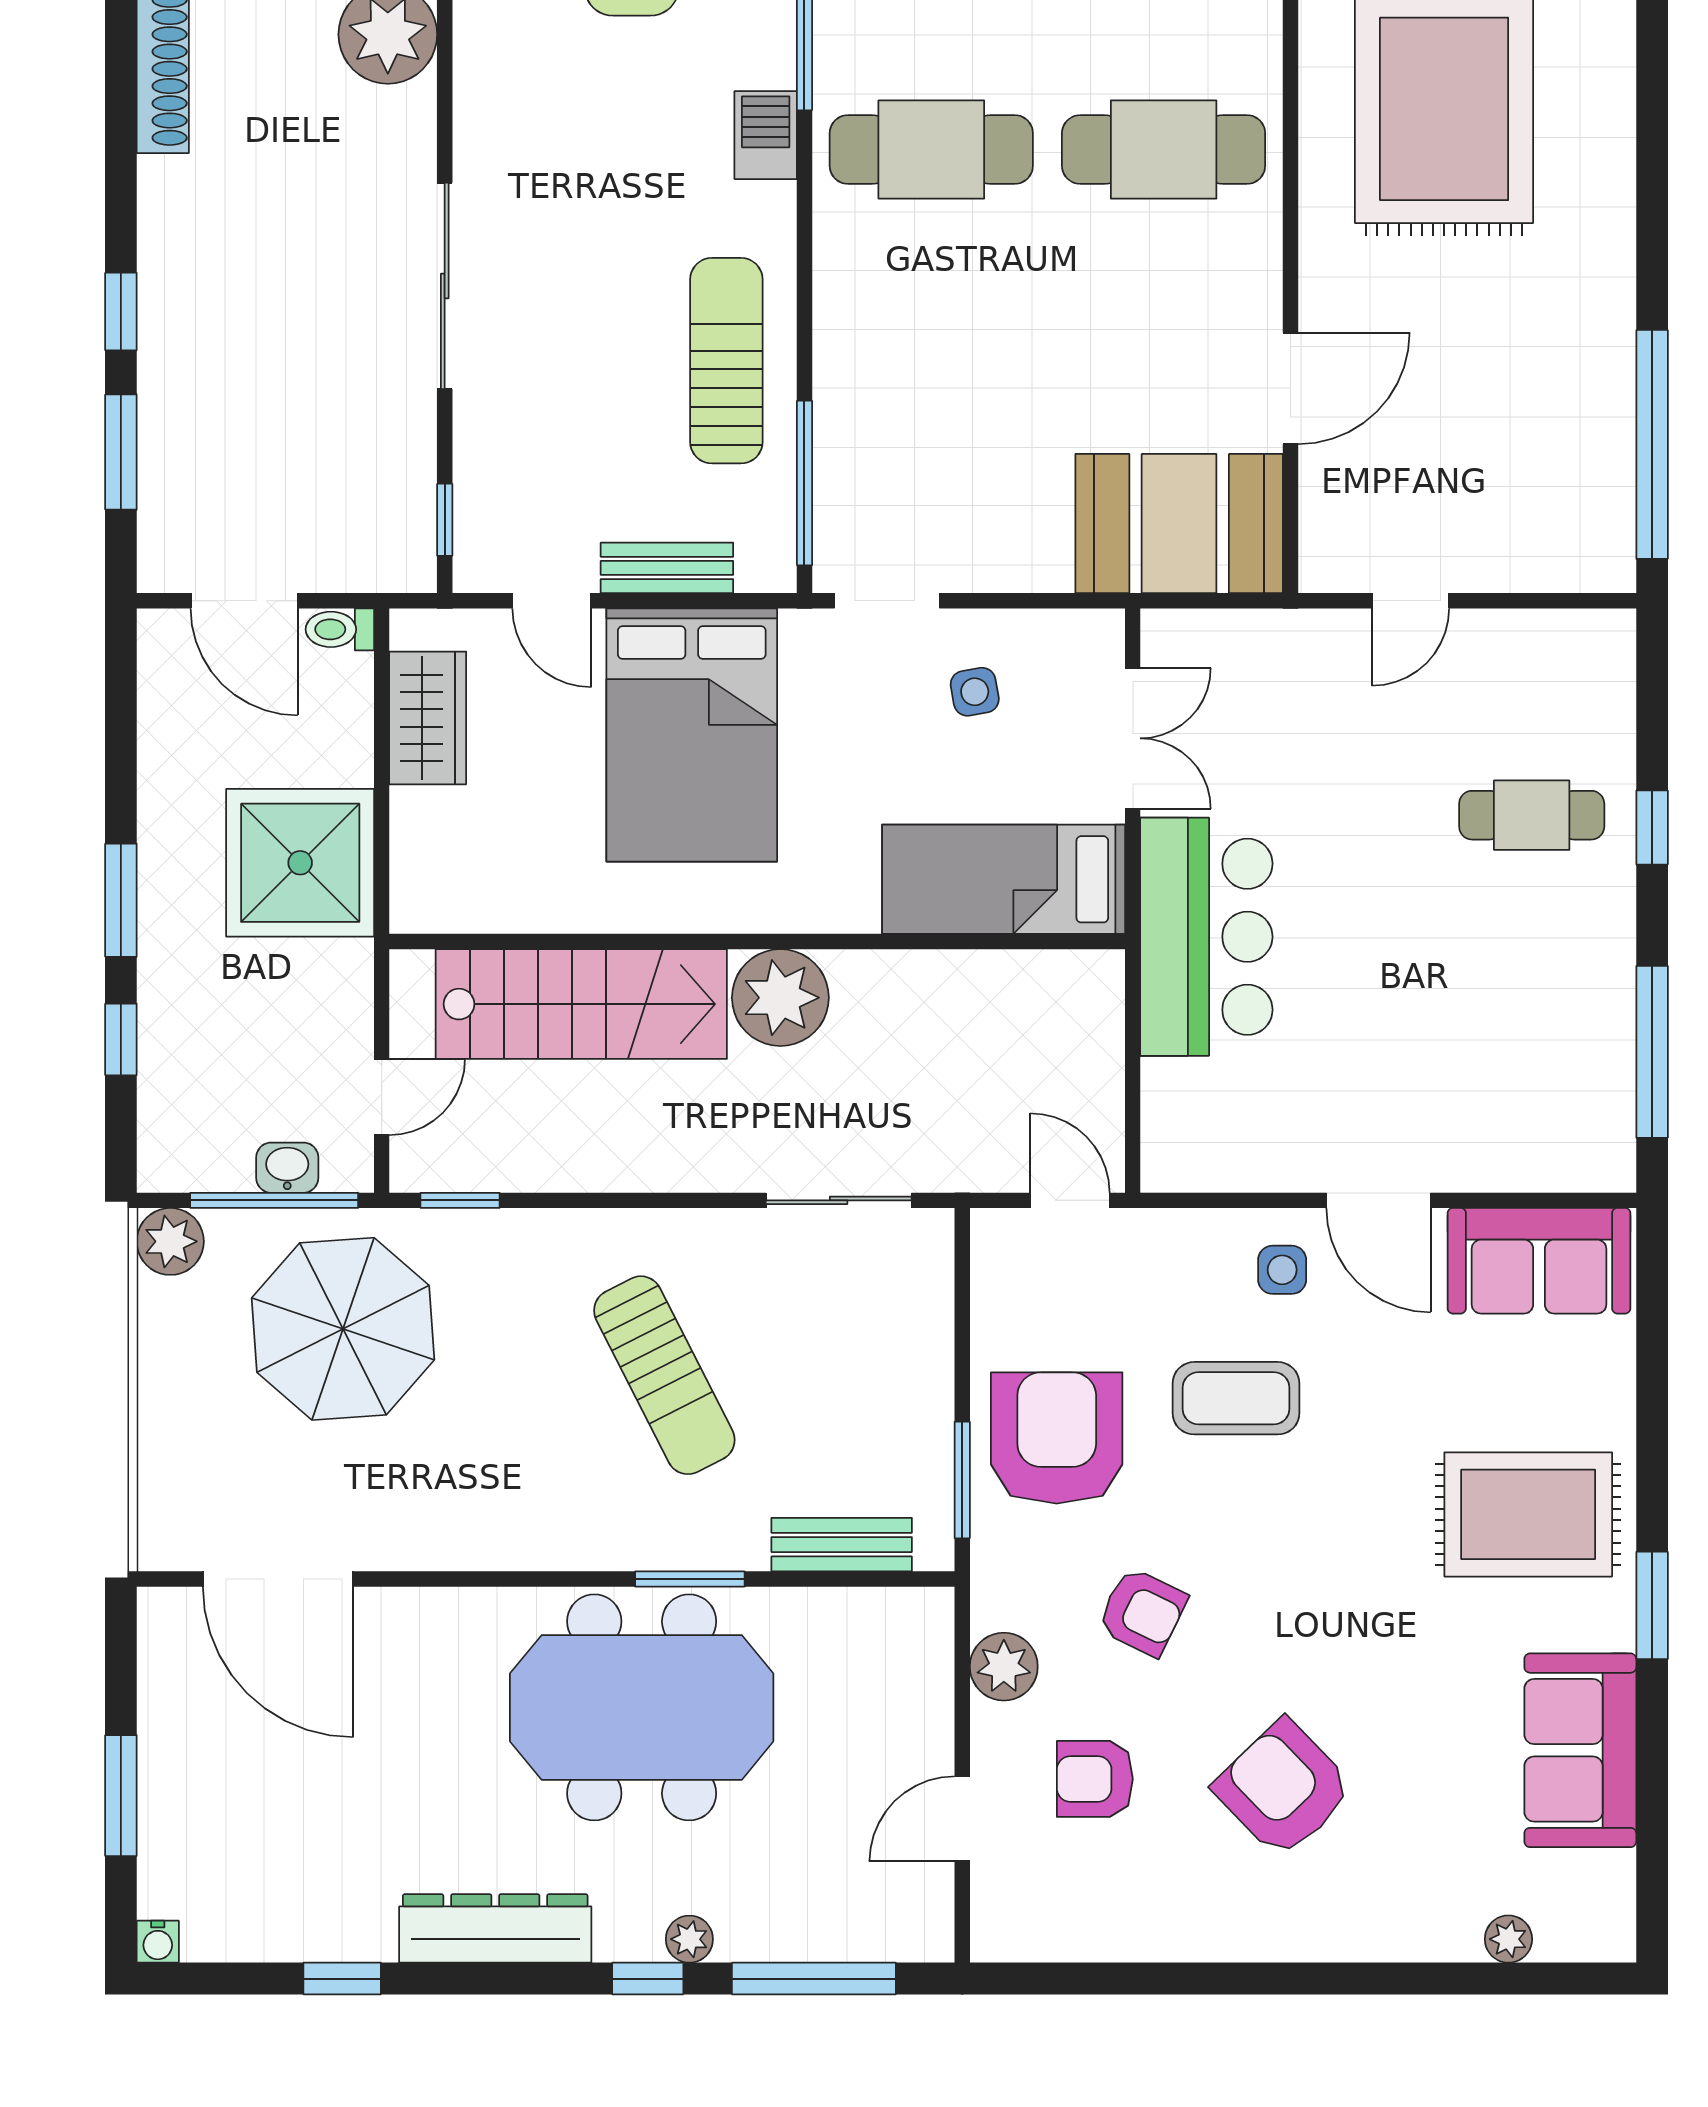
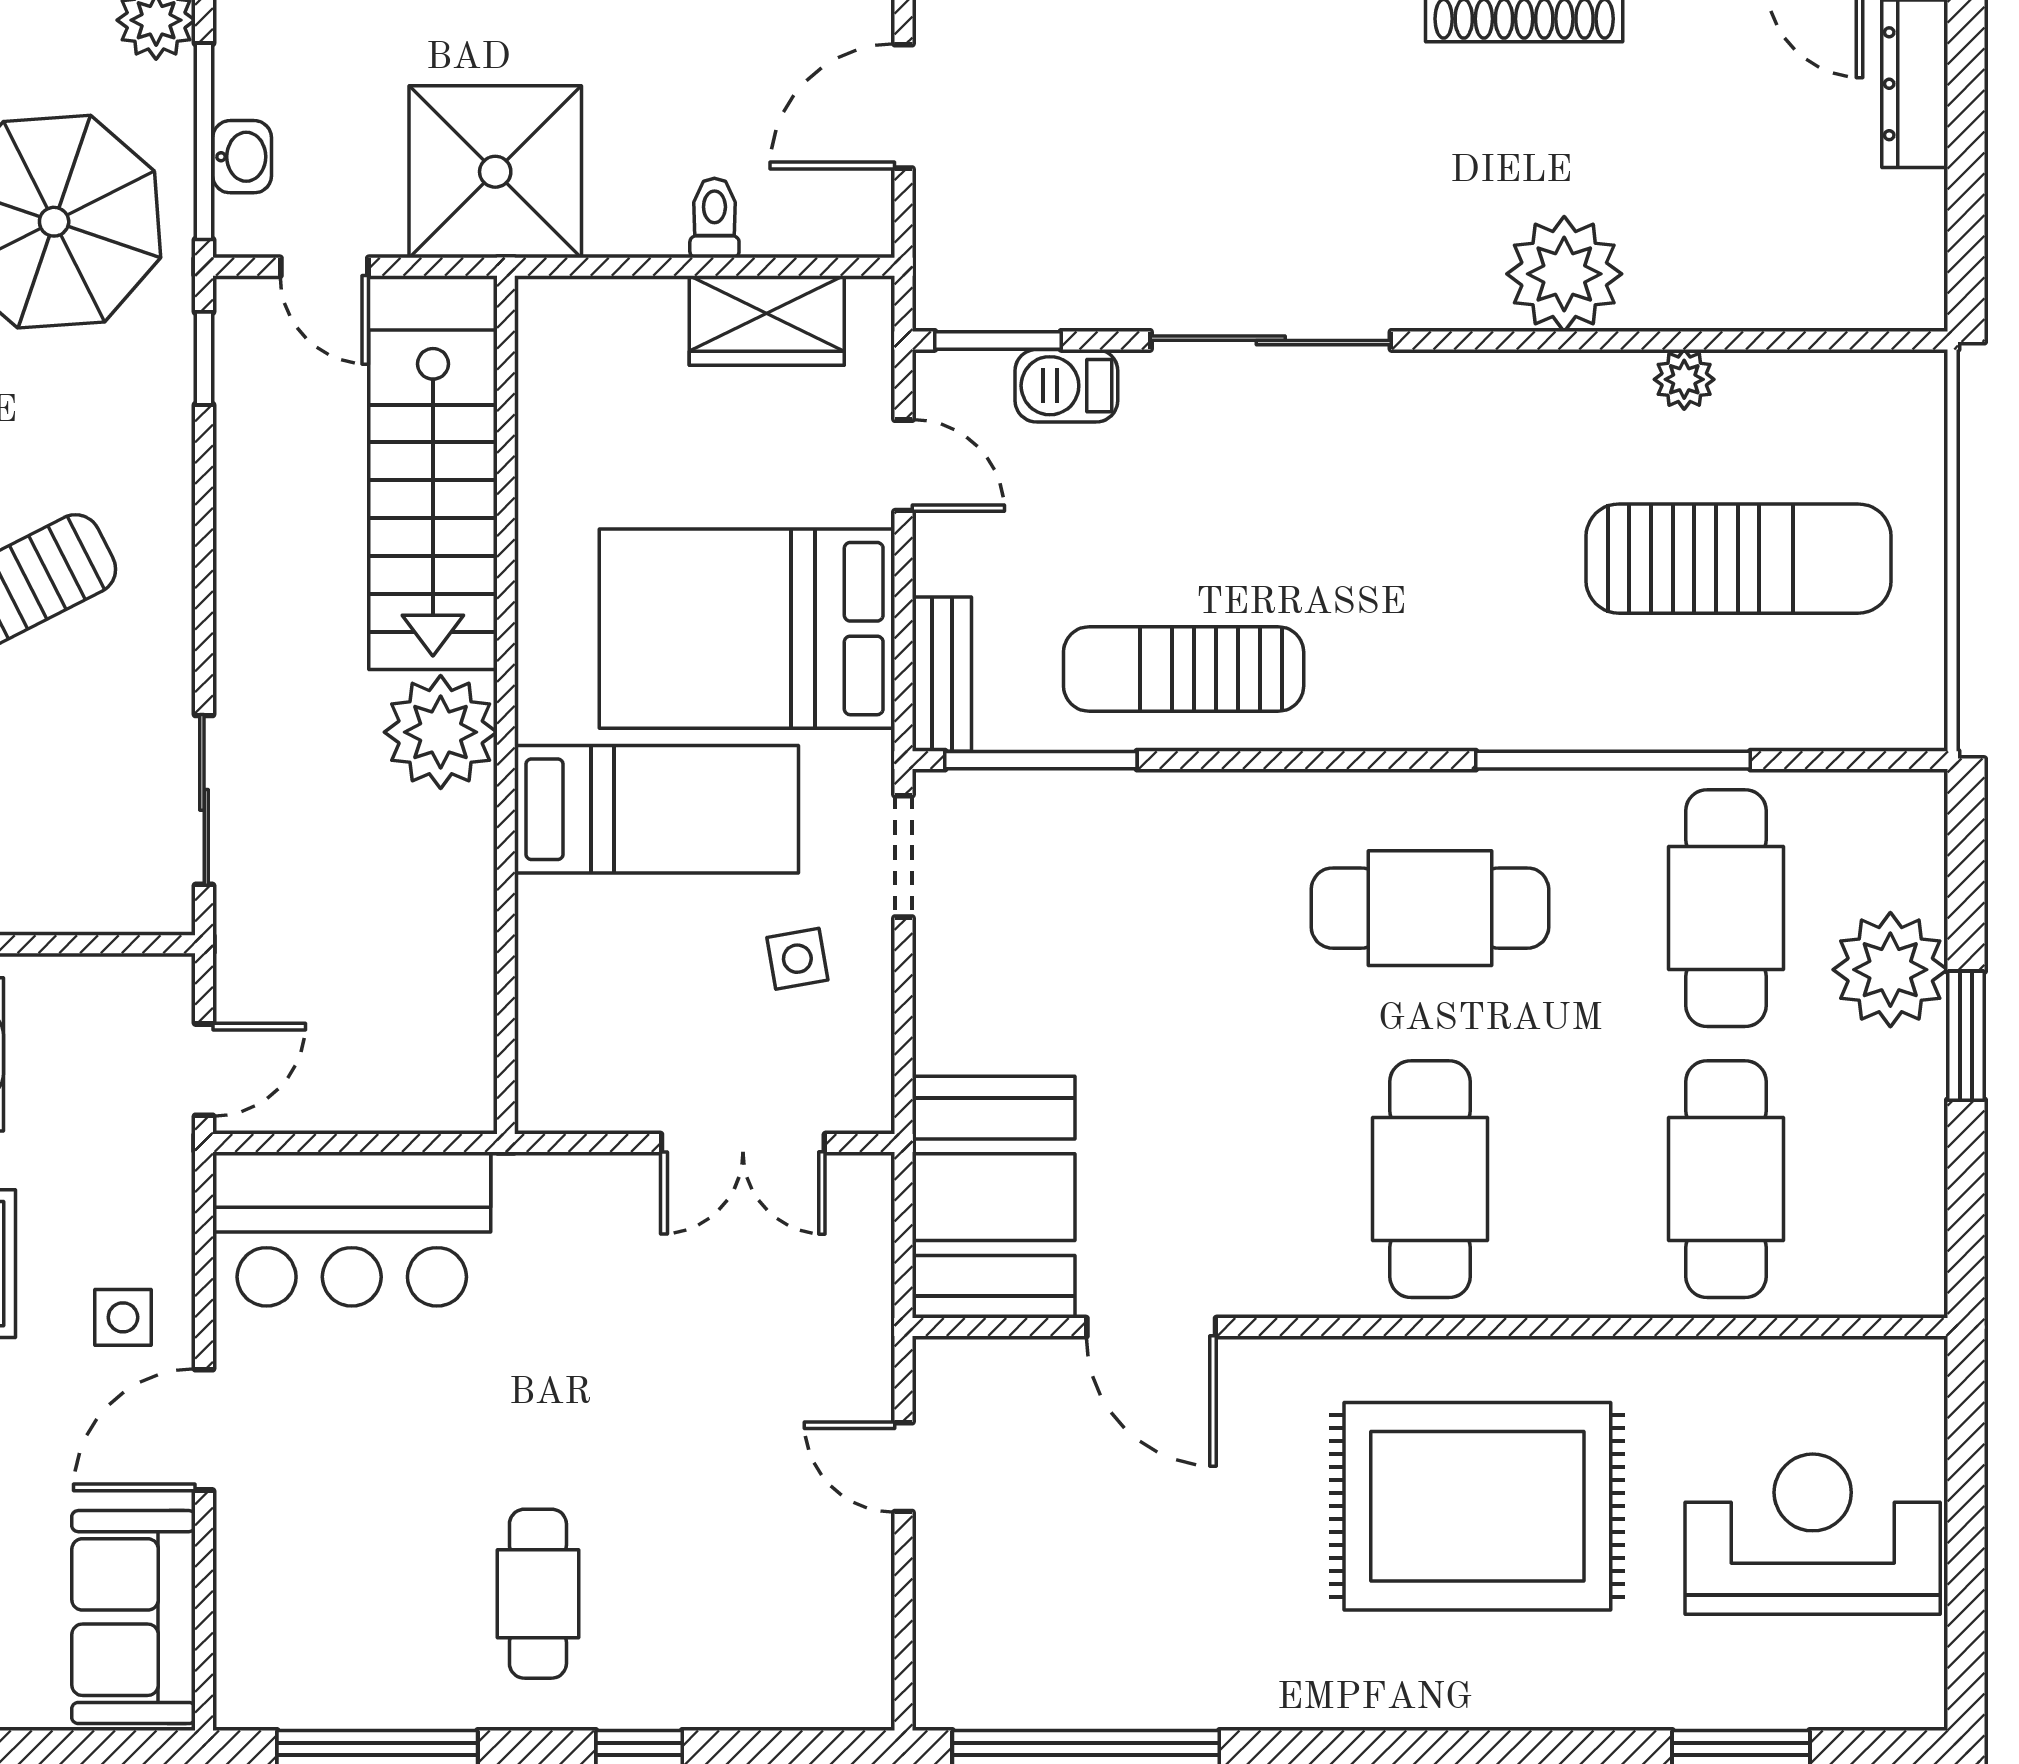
barbecue: (766, 135) -> (1066, 386), moved, turned 180
cafe table: (931, 149) -> (1430, 908), turned 90
sun lounger: (726, 361) -> (1184, 669), turned 180
window: (445, 520) -> (998, 340), width x1.50
bench: (667, 568) -> (942, 674), moved
door: (552, 601) -> (904, 465), swing flipped
toilet: (340, 629) -> (714, 218), moved
cafe table: (1532, 815) -> (538, 1594), moved
shower: (300, 863) -> (495, 172), moved
bed: (1004, 879) -> (657, 809), moved, turned 90
bar counter: (1206, 937) -> (352, 1229), moved

